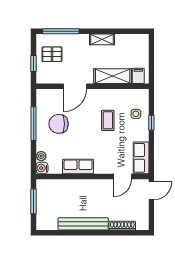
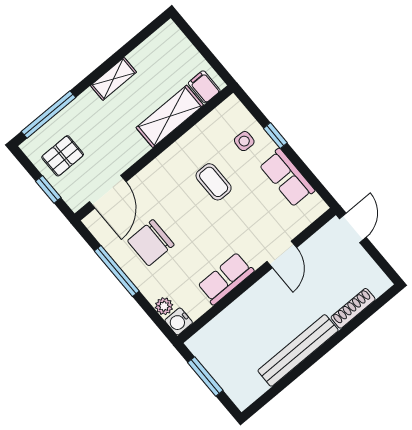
door: (75, 86) -> (108, 192), moved
row of seats: (141, 158) -> (287, 178), moved
door: (122, 176) -> (282, 254), moved

